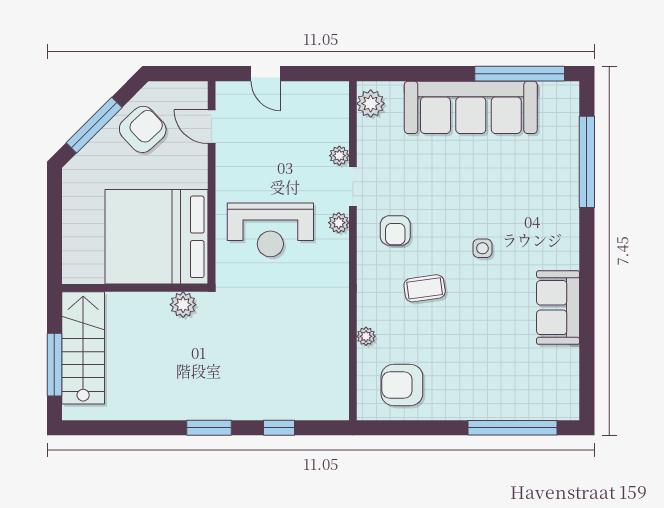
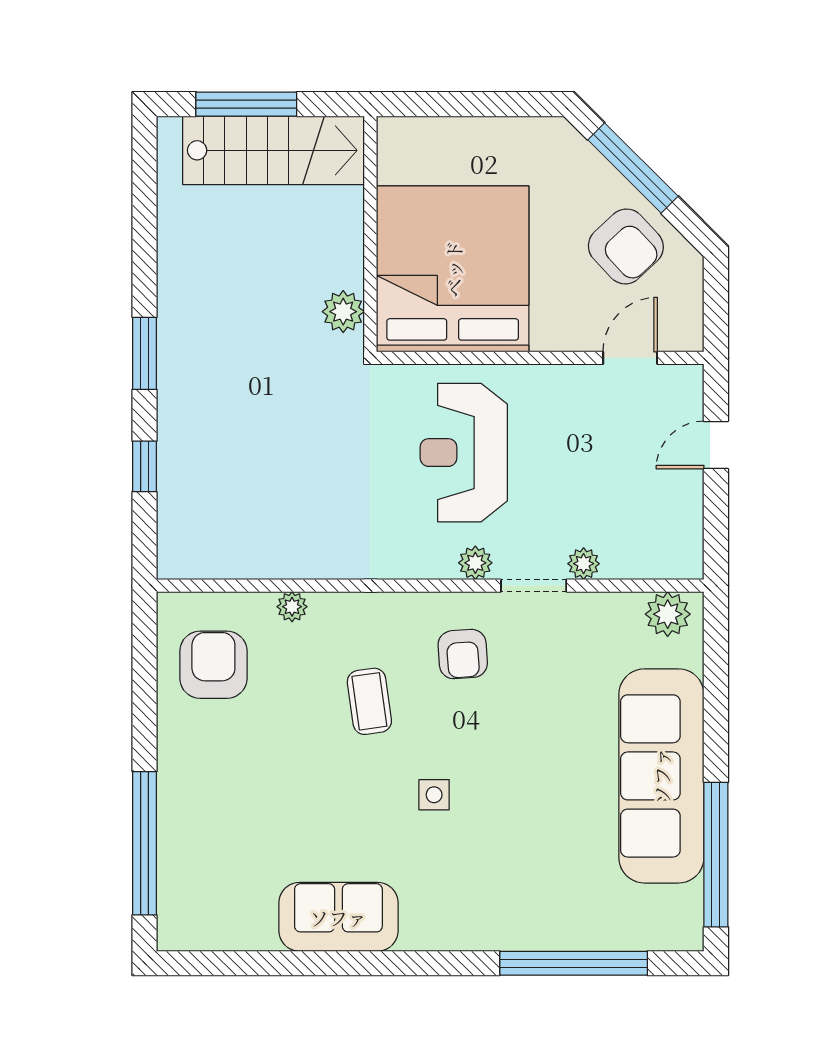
armchair: (395, 231) -> (463, 654), turned -94

